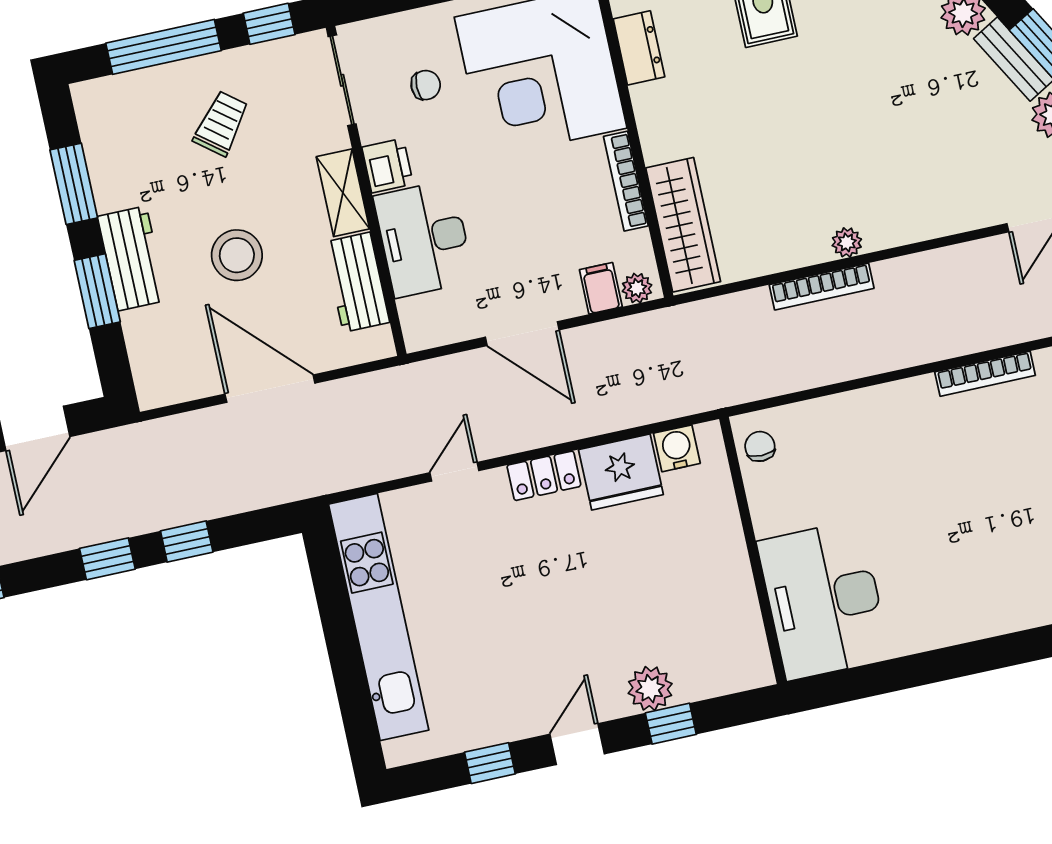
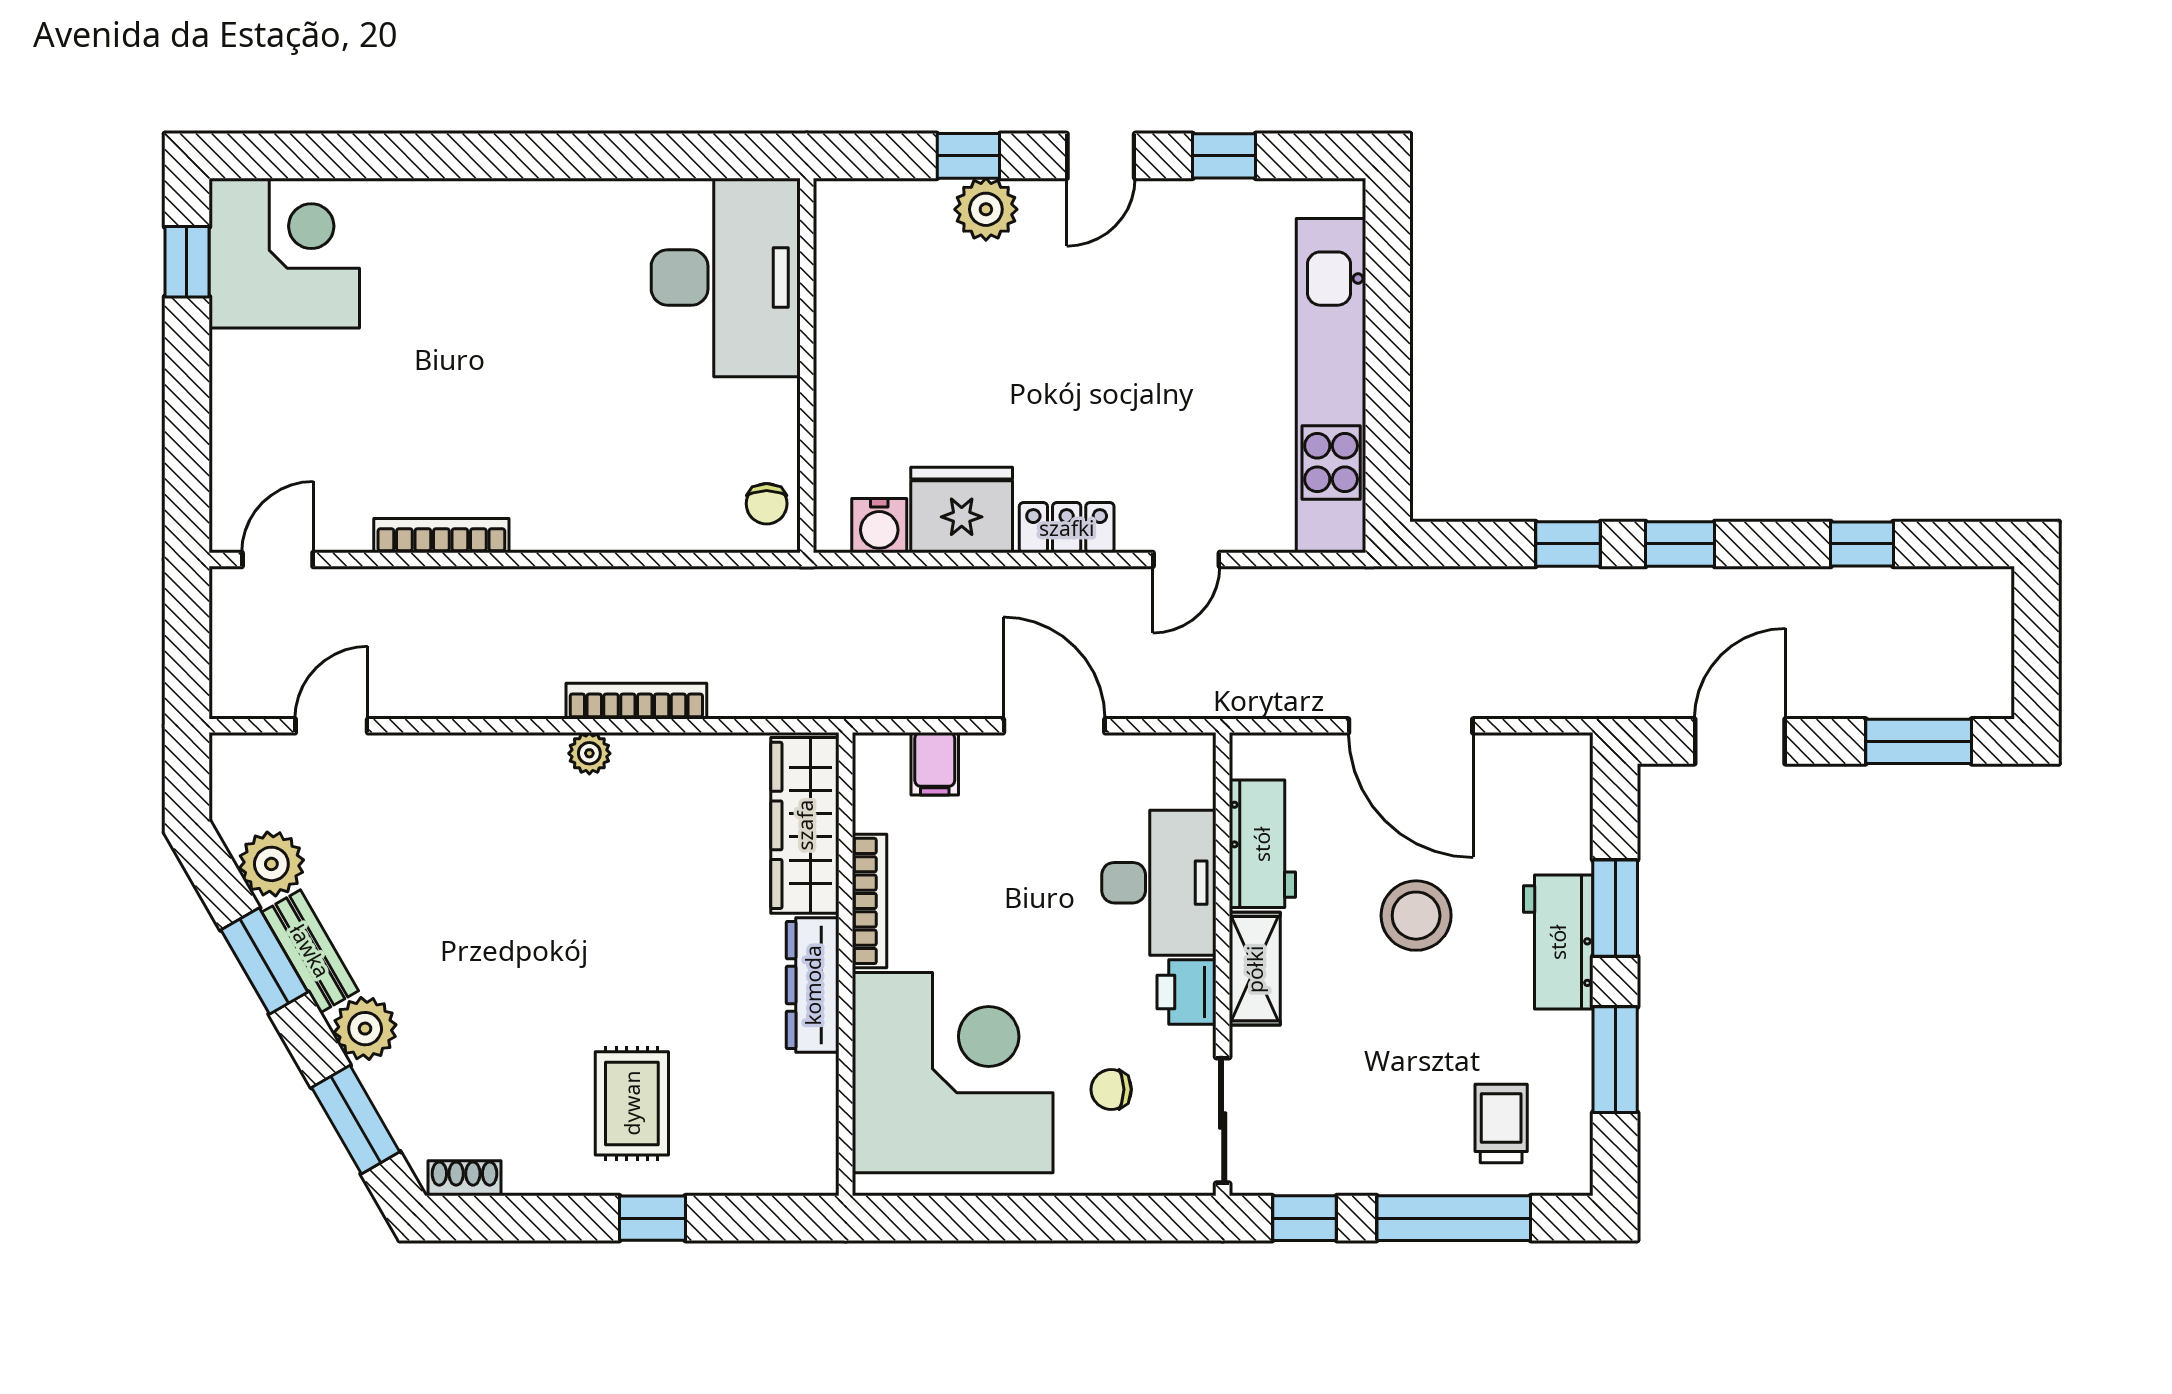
dresser: (639, 48) -> (813, 985), moved, width x1.44
trolley: (221, 123) -> (1501, 1123), moved, turned 142
plant: (637, 288) -> (886, 753), removed

